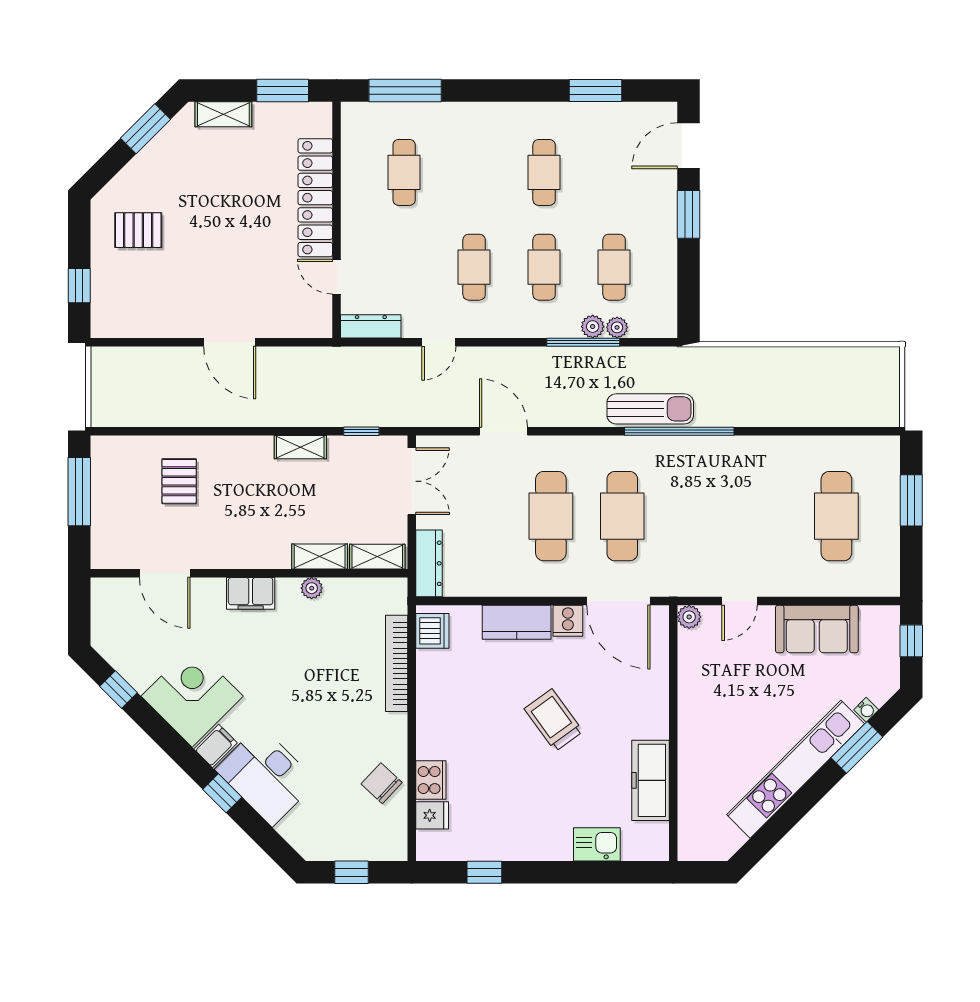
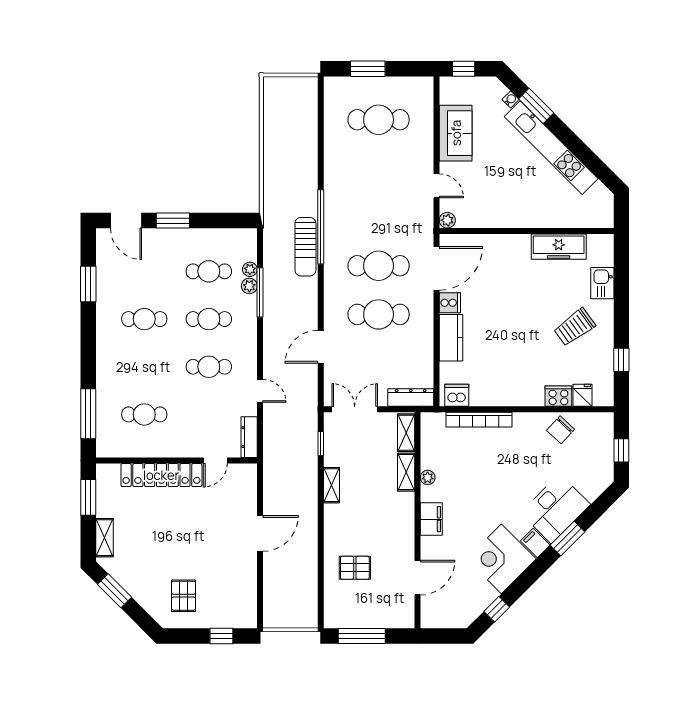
sun lounger: (650, 409) -> (305, 247), turned 180
trolley: (554, 720) -> (575, 327), moved
window: (222, 793) -> (567, 538), width x1.50

